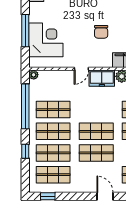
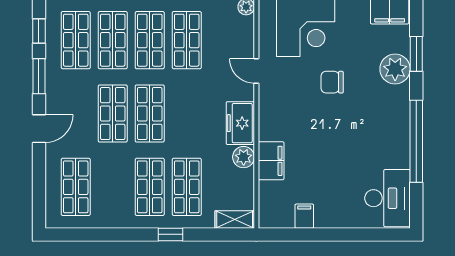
chair: (101, 32) -> (332, 82), moved
door: (81, 69) -> (256, 71), moved
window: (74, 196) -> (39, 76), added

